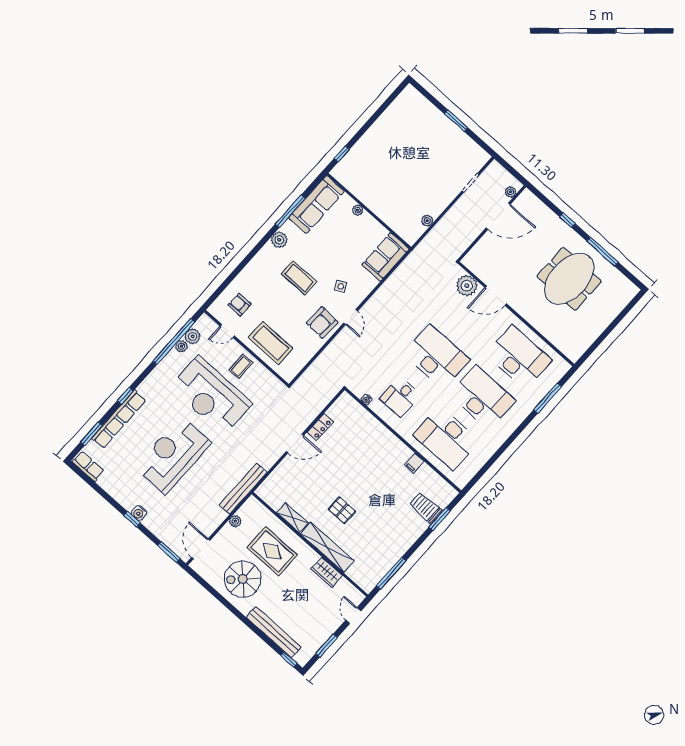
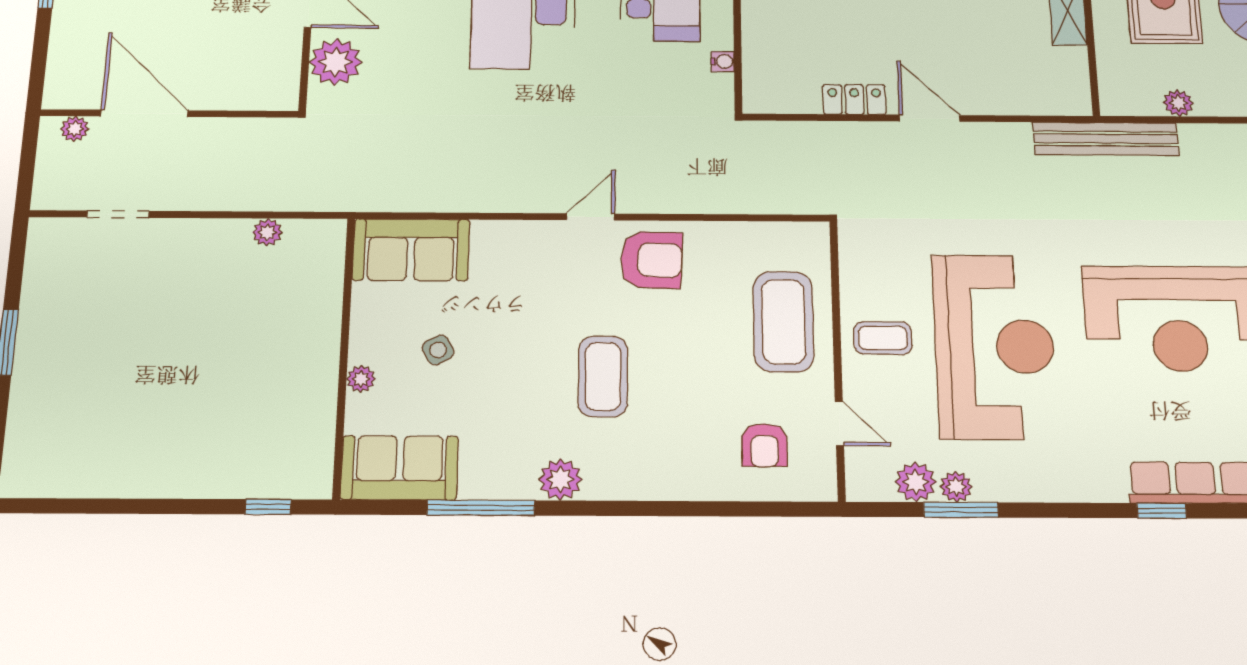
sofa: (317, 205) -> (399, 468), width x0.73
side table: (341, 286) -> (438, 350), moved
window: (174, 341) -> (961, 510), width x0.47

